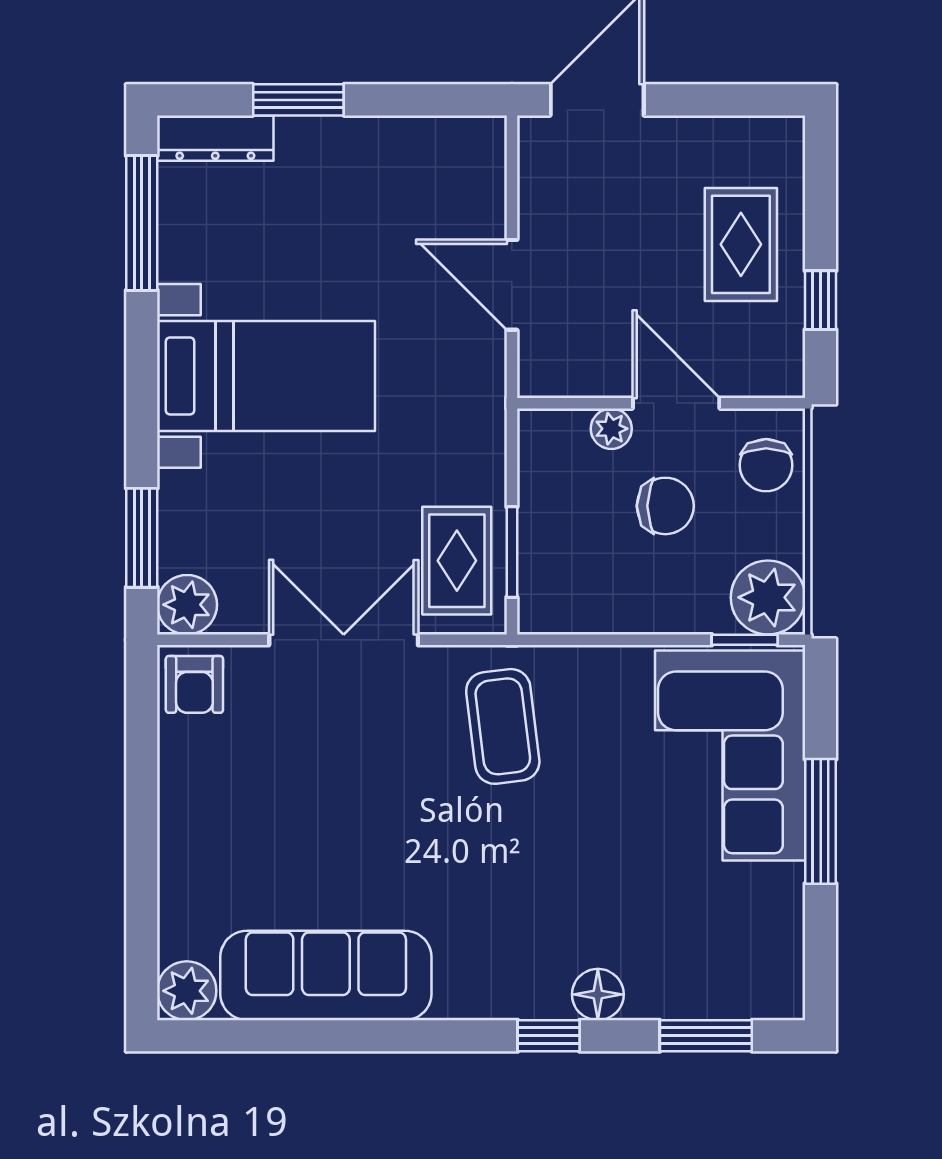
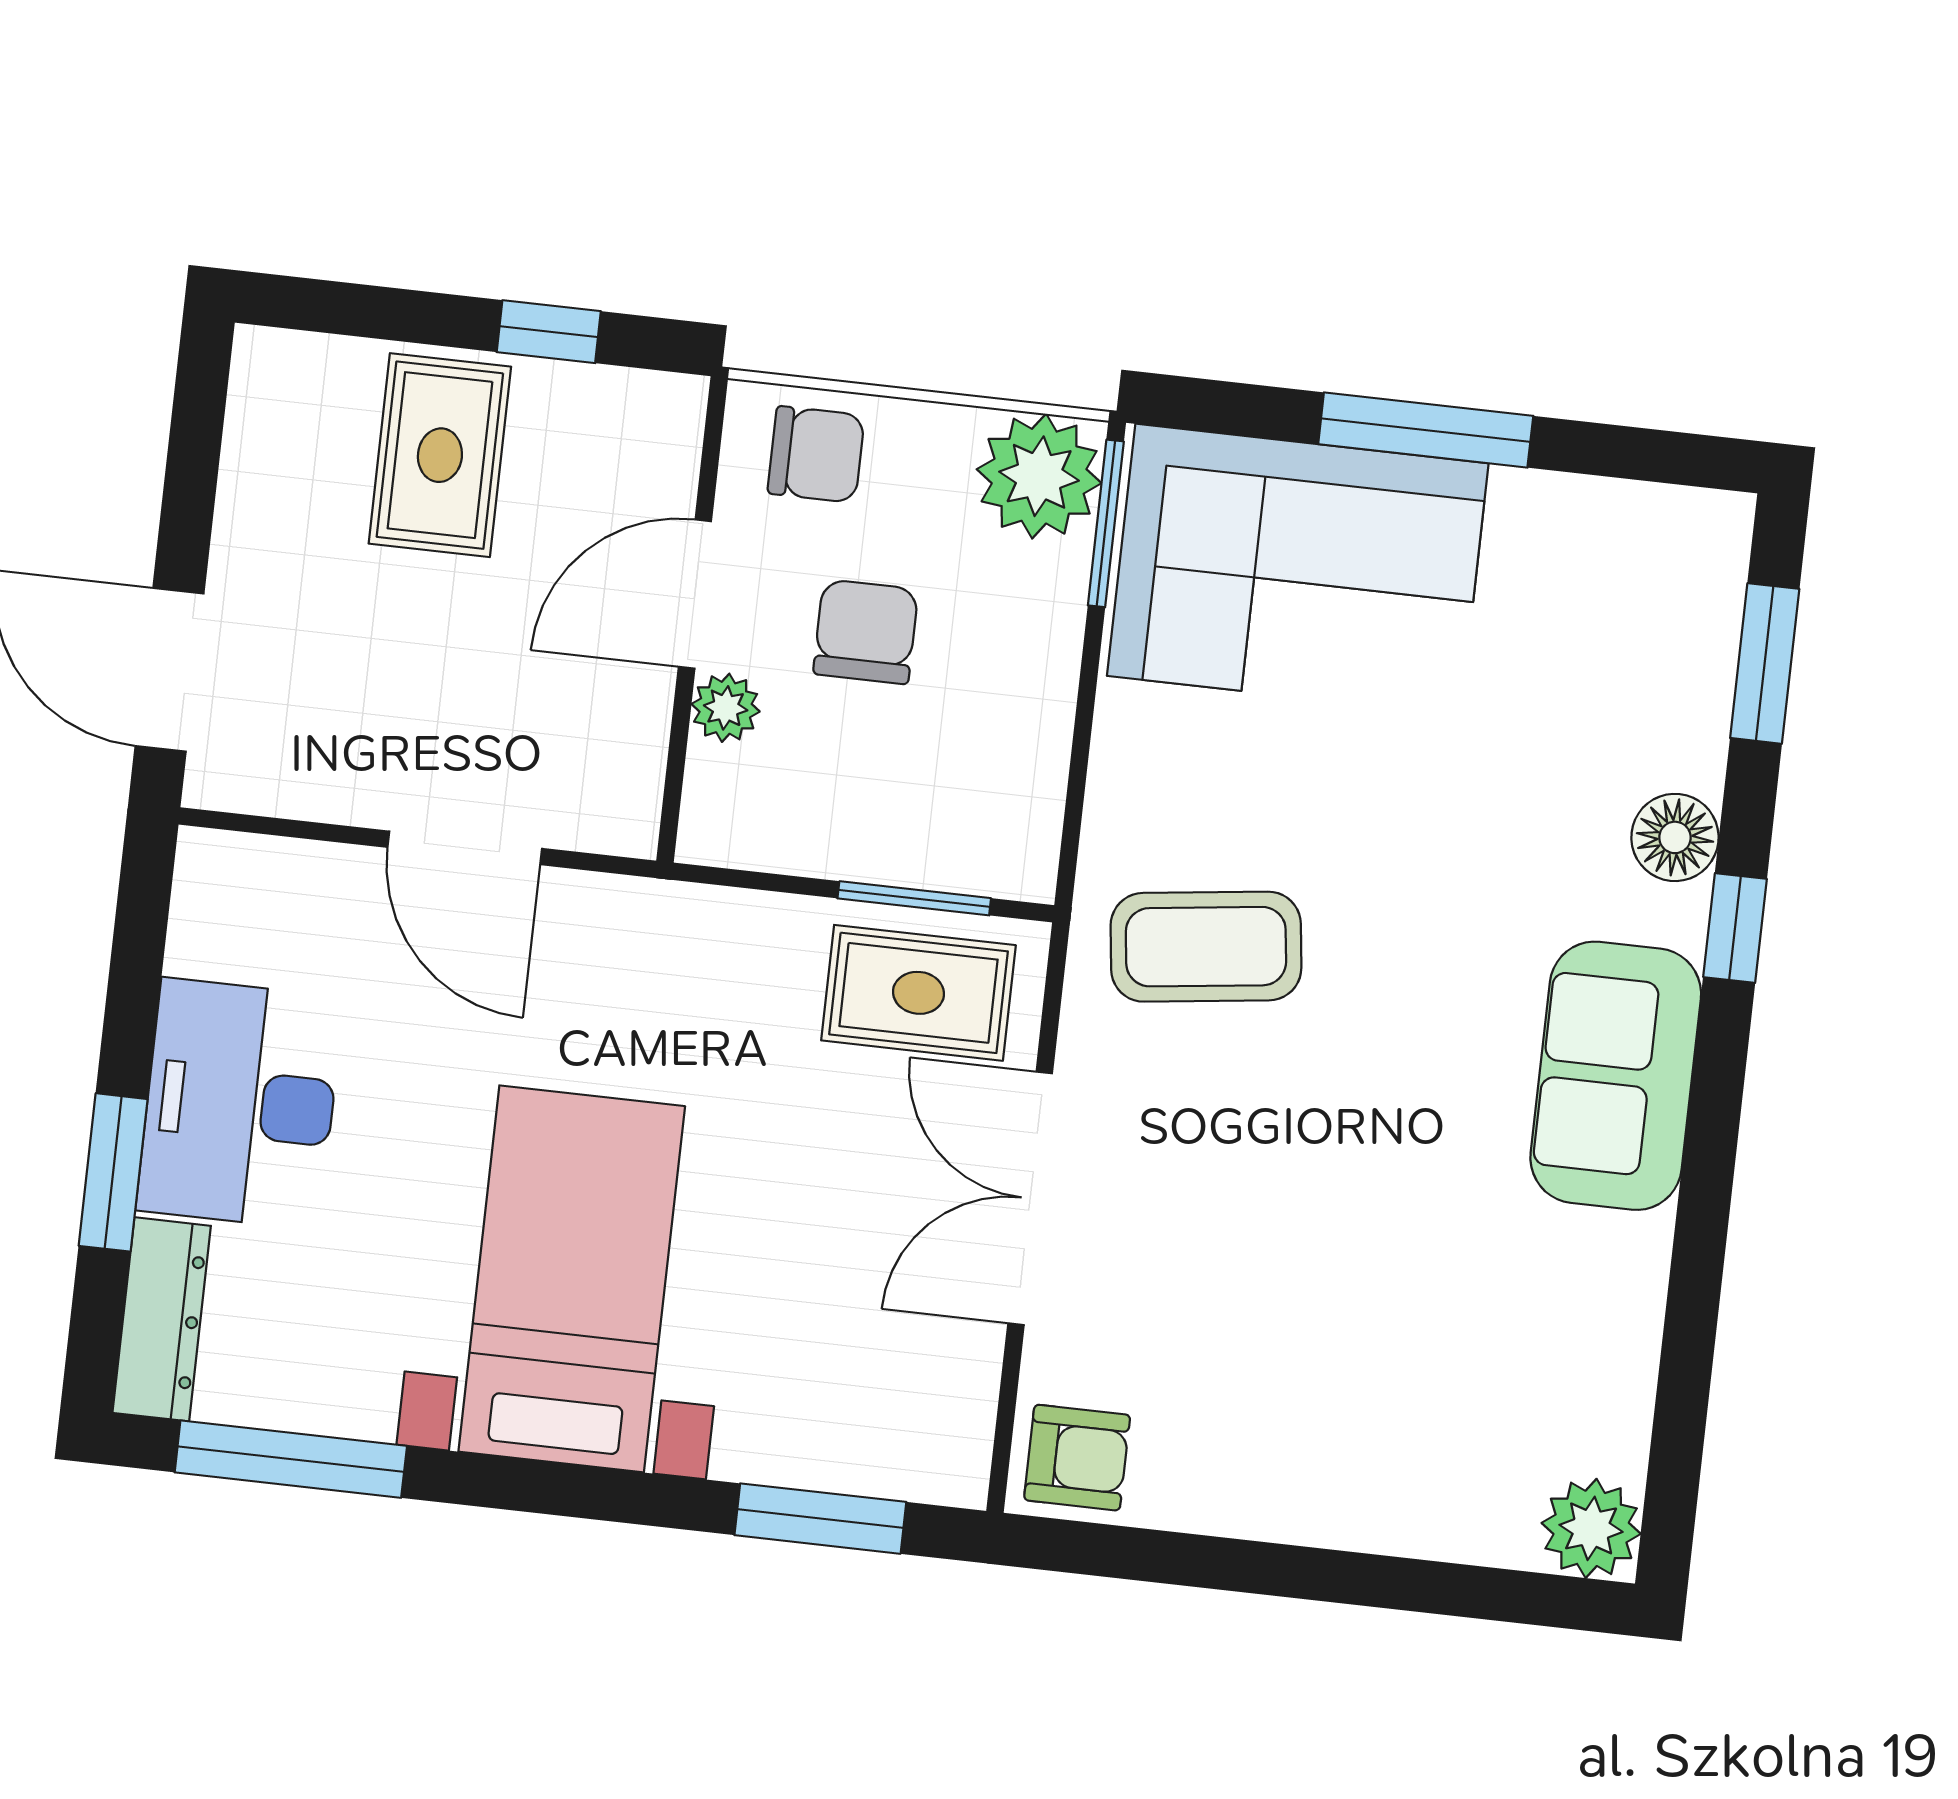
desk: (347, 170) -> (240, 1104), added
rug: (741, 244) -> (440, 455), turned 90
door: (512, 285) -> (465, 848), hinge flipped
plant: (187, 605) -> (942, 1455), removed
window: (745, 640) -> (1106, 523), width x1.50
sofa: (326, 975) -> (1616, 1076), moved, width x0.73

